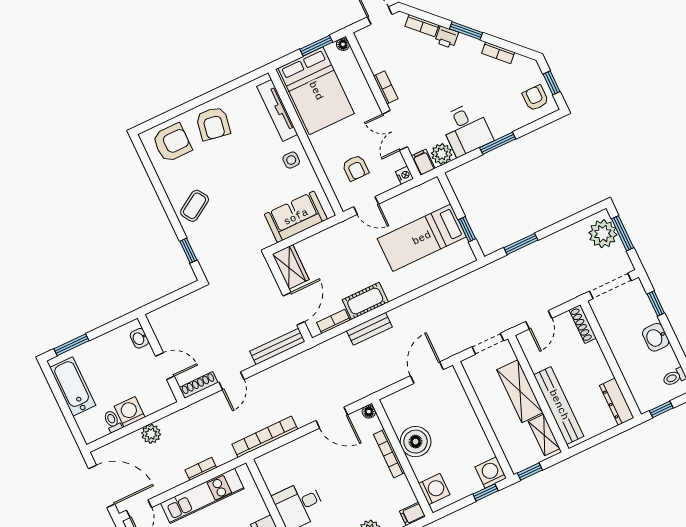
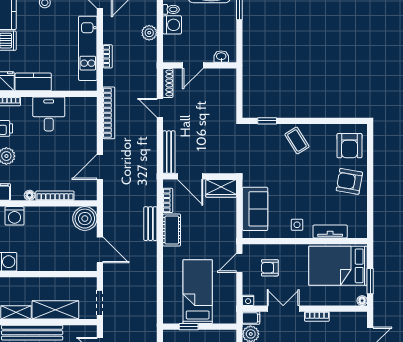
tv unit: (277, 110) -> (330, 232), width x0.71
floor lamp: (369, 412) -> (30, 195), moved
boiler: (416, 442) -> (85, 219), moved

